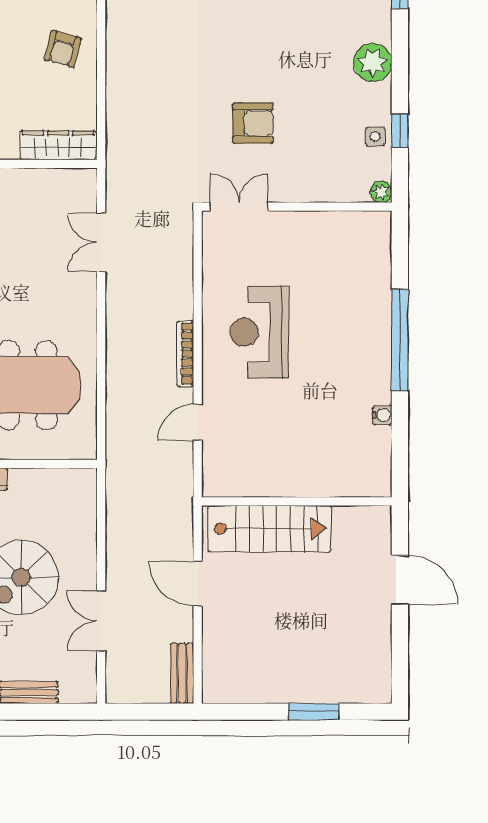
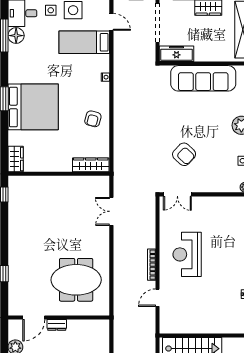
armchair: (253, 123) -> (184, 154), turned 43
double door: (239, 207) -> (177, 194), swing flipped

